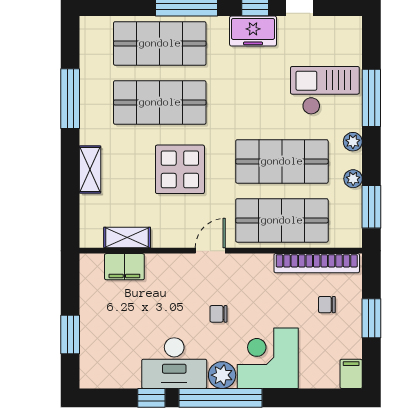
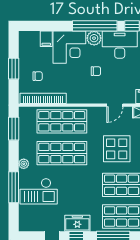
plant: (353, 179) -> (24, 144), removed
door: (210, 251) -> (115, 105), moved
filing cabinet: (351, 374) -> (46, 39), moved

